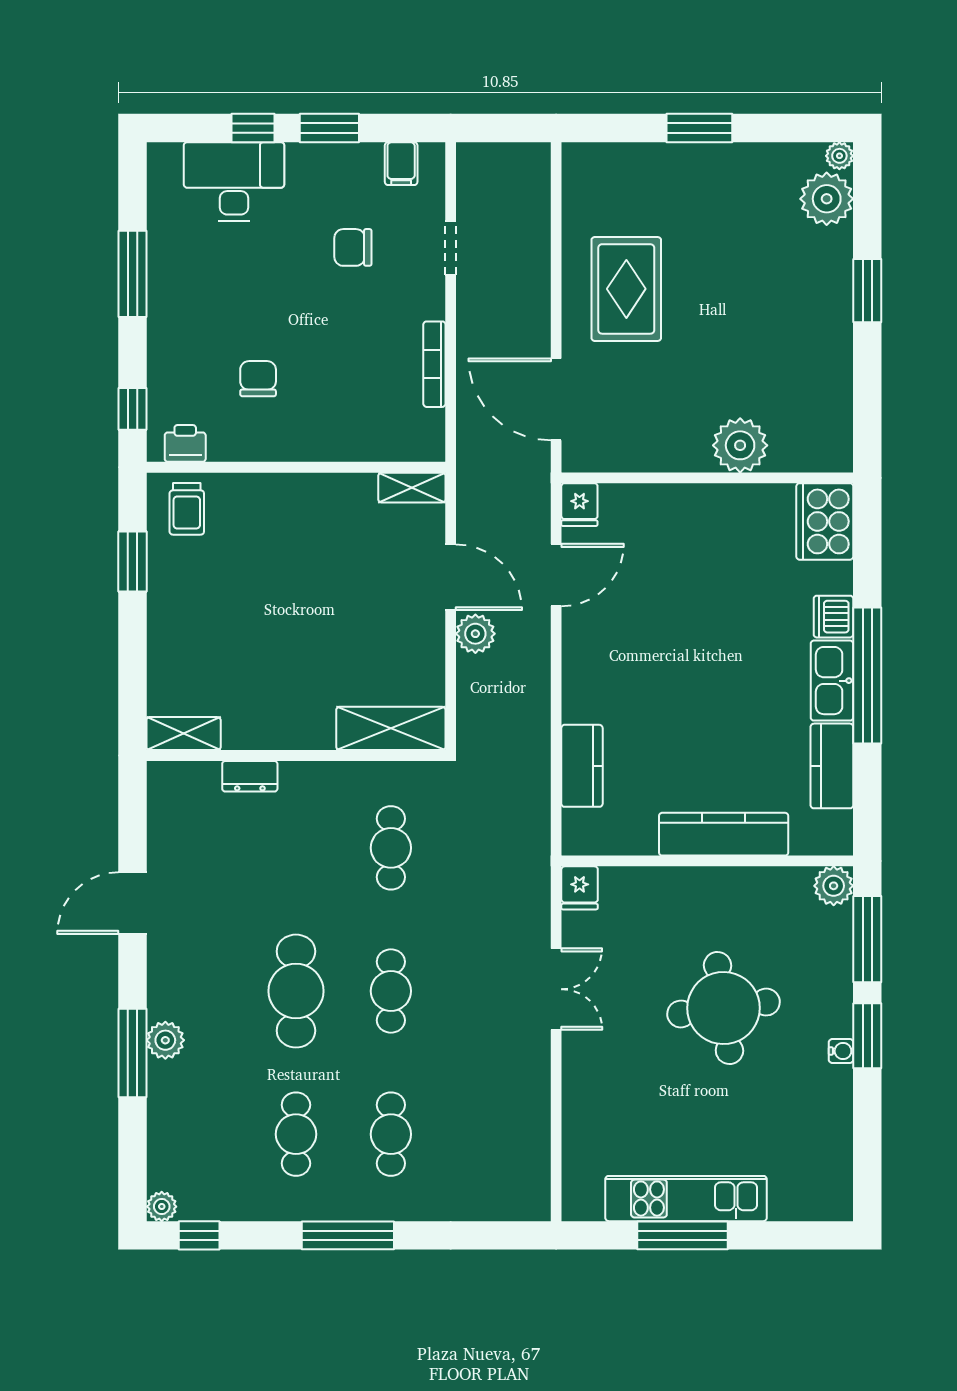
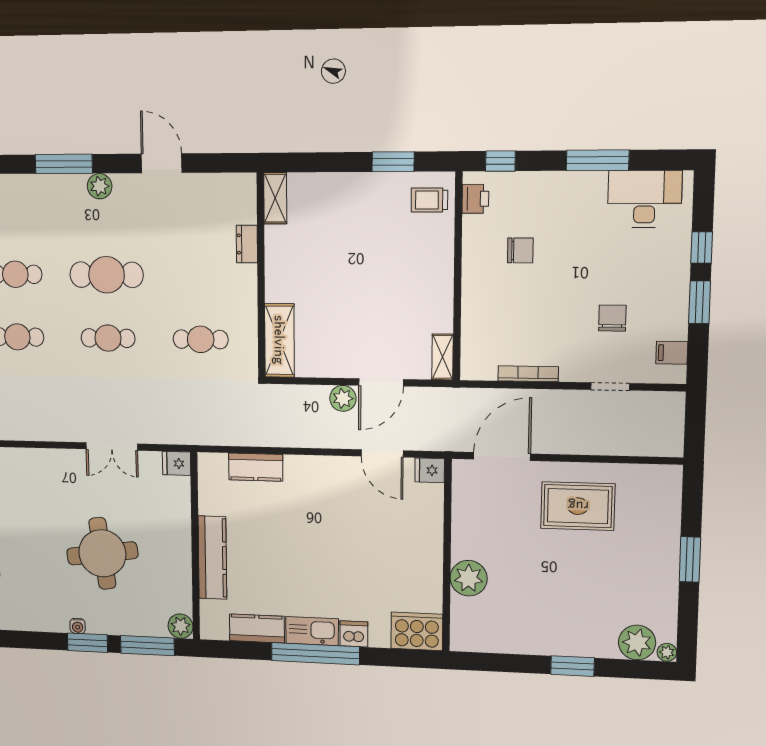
desk: (234, 181) -> (645, 199), moved, turned -90
plant: (165, 1040) -> (100, 186), moved

